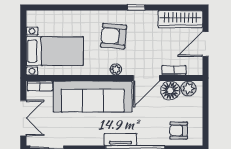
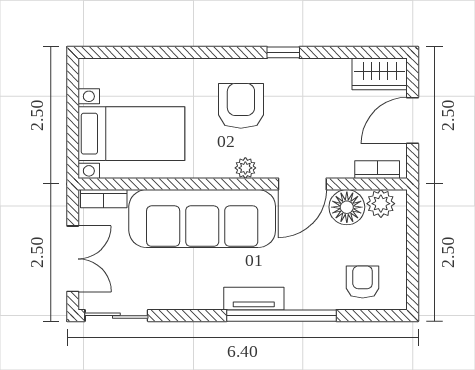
wardrobe: (180, 19) -> (380, 74), width x0.67
armchair: (114, 36) -> (241, 106), turned 85
bookcase: (174, 70) -> (377, 170), moved
armchair: (179, 131) -> (363, 282), turned 90

